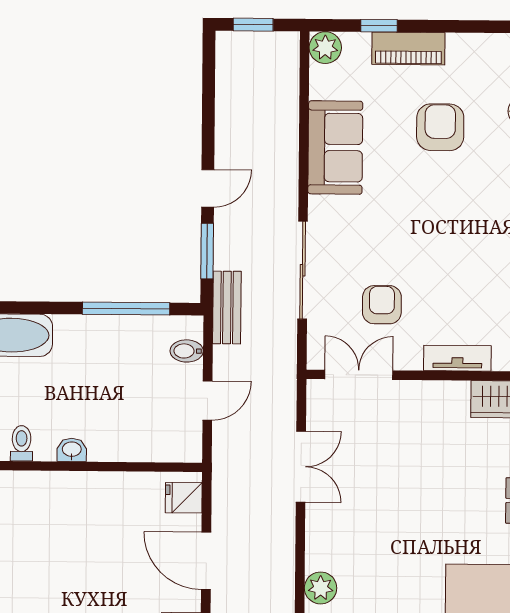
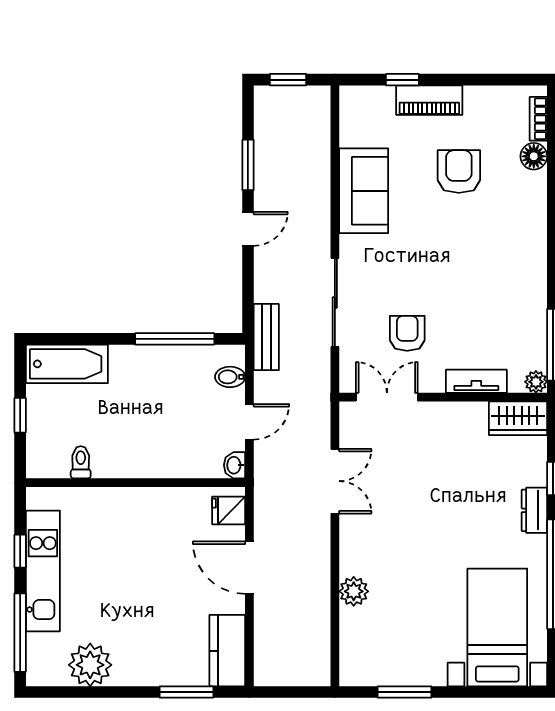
plant: (325, 48) -> (354, 100), removed
window: (207, 251) -> (248, 165), moved
washbasin: (72, 450) -> (234, 465), moved, turned -90

